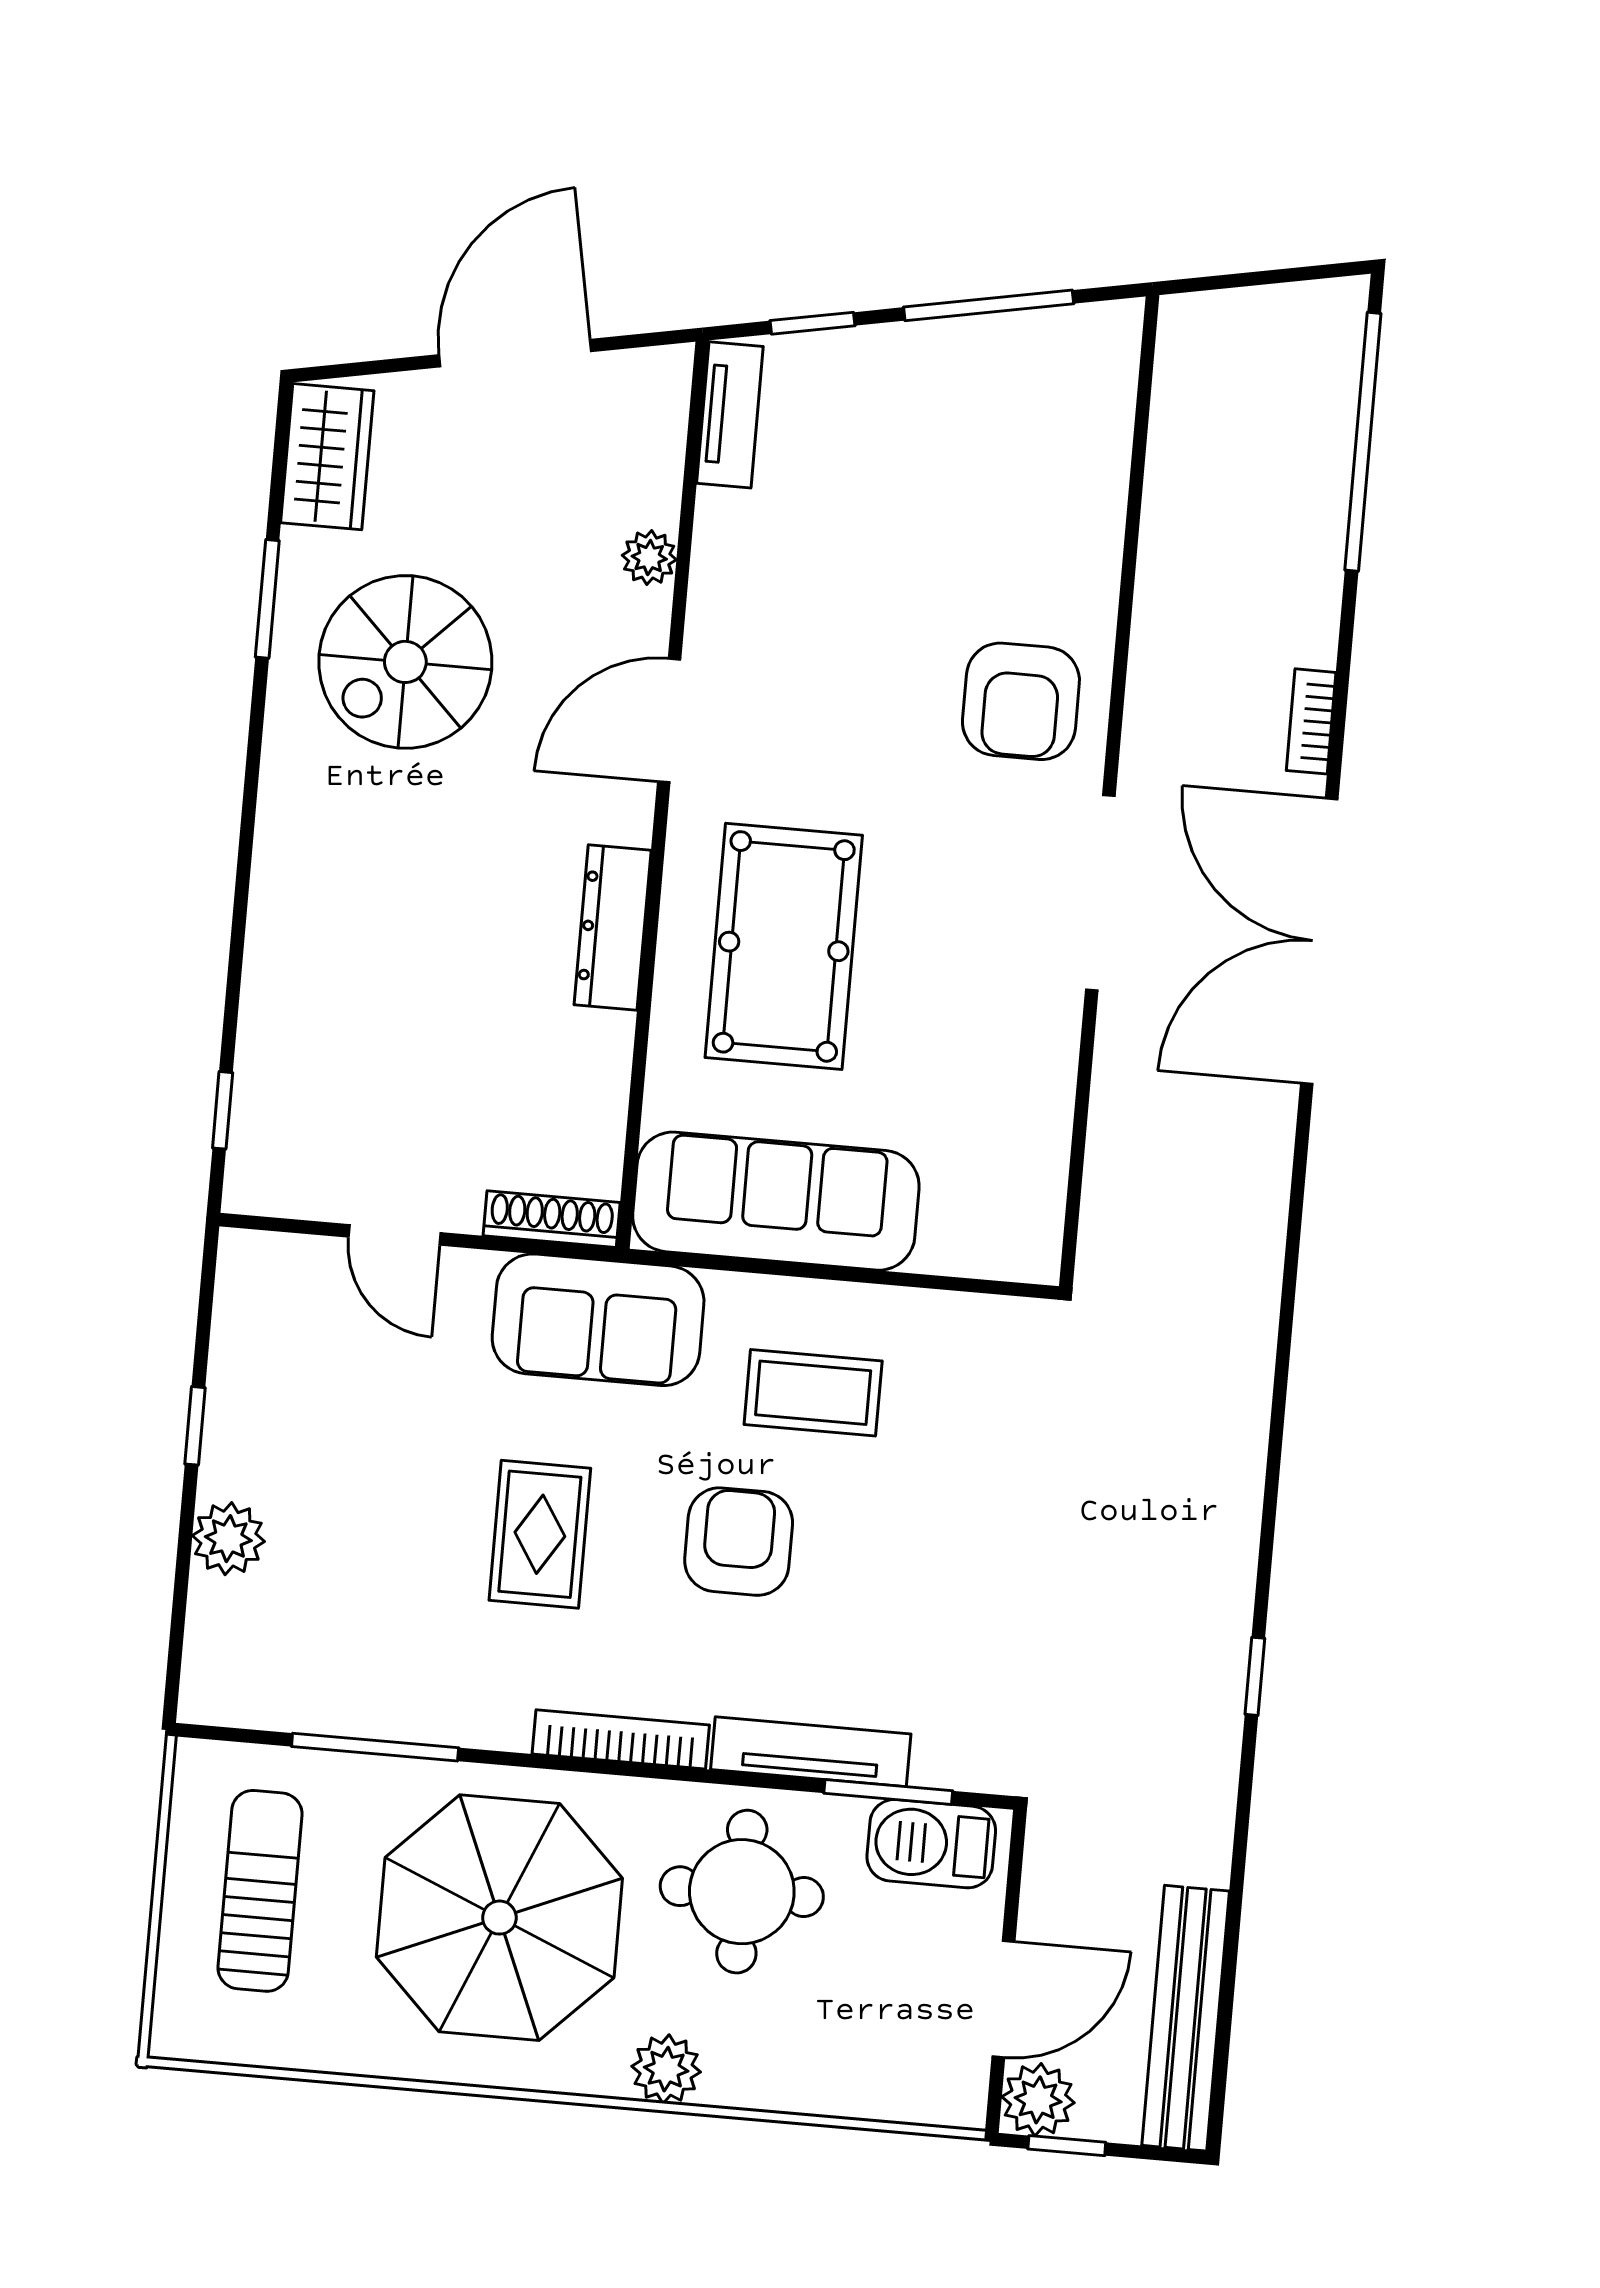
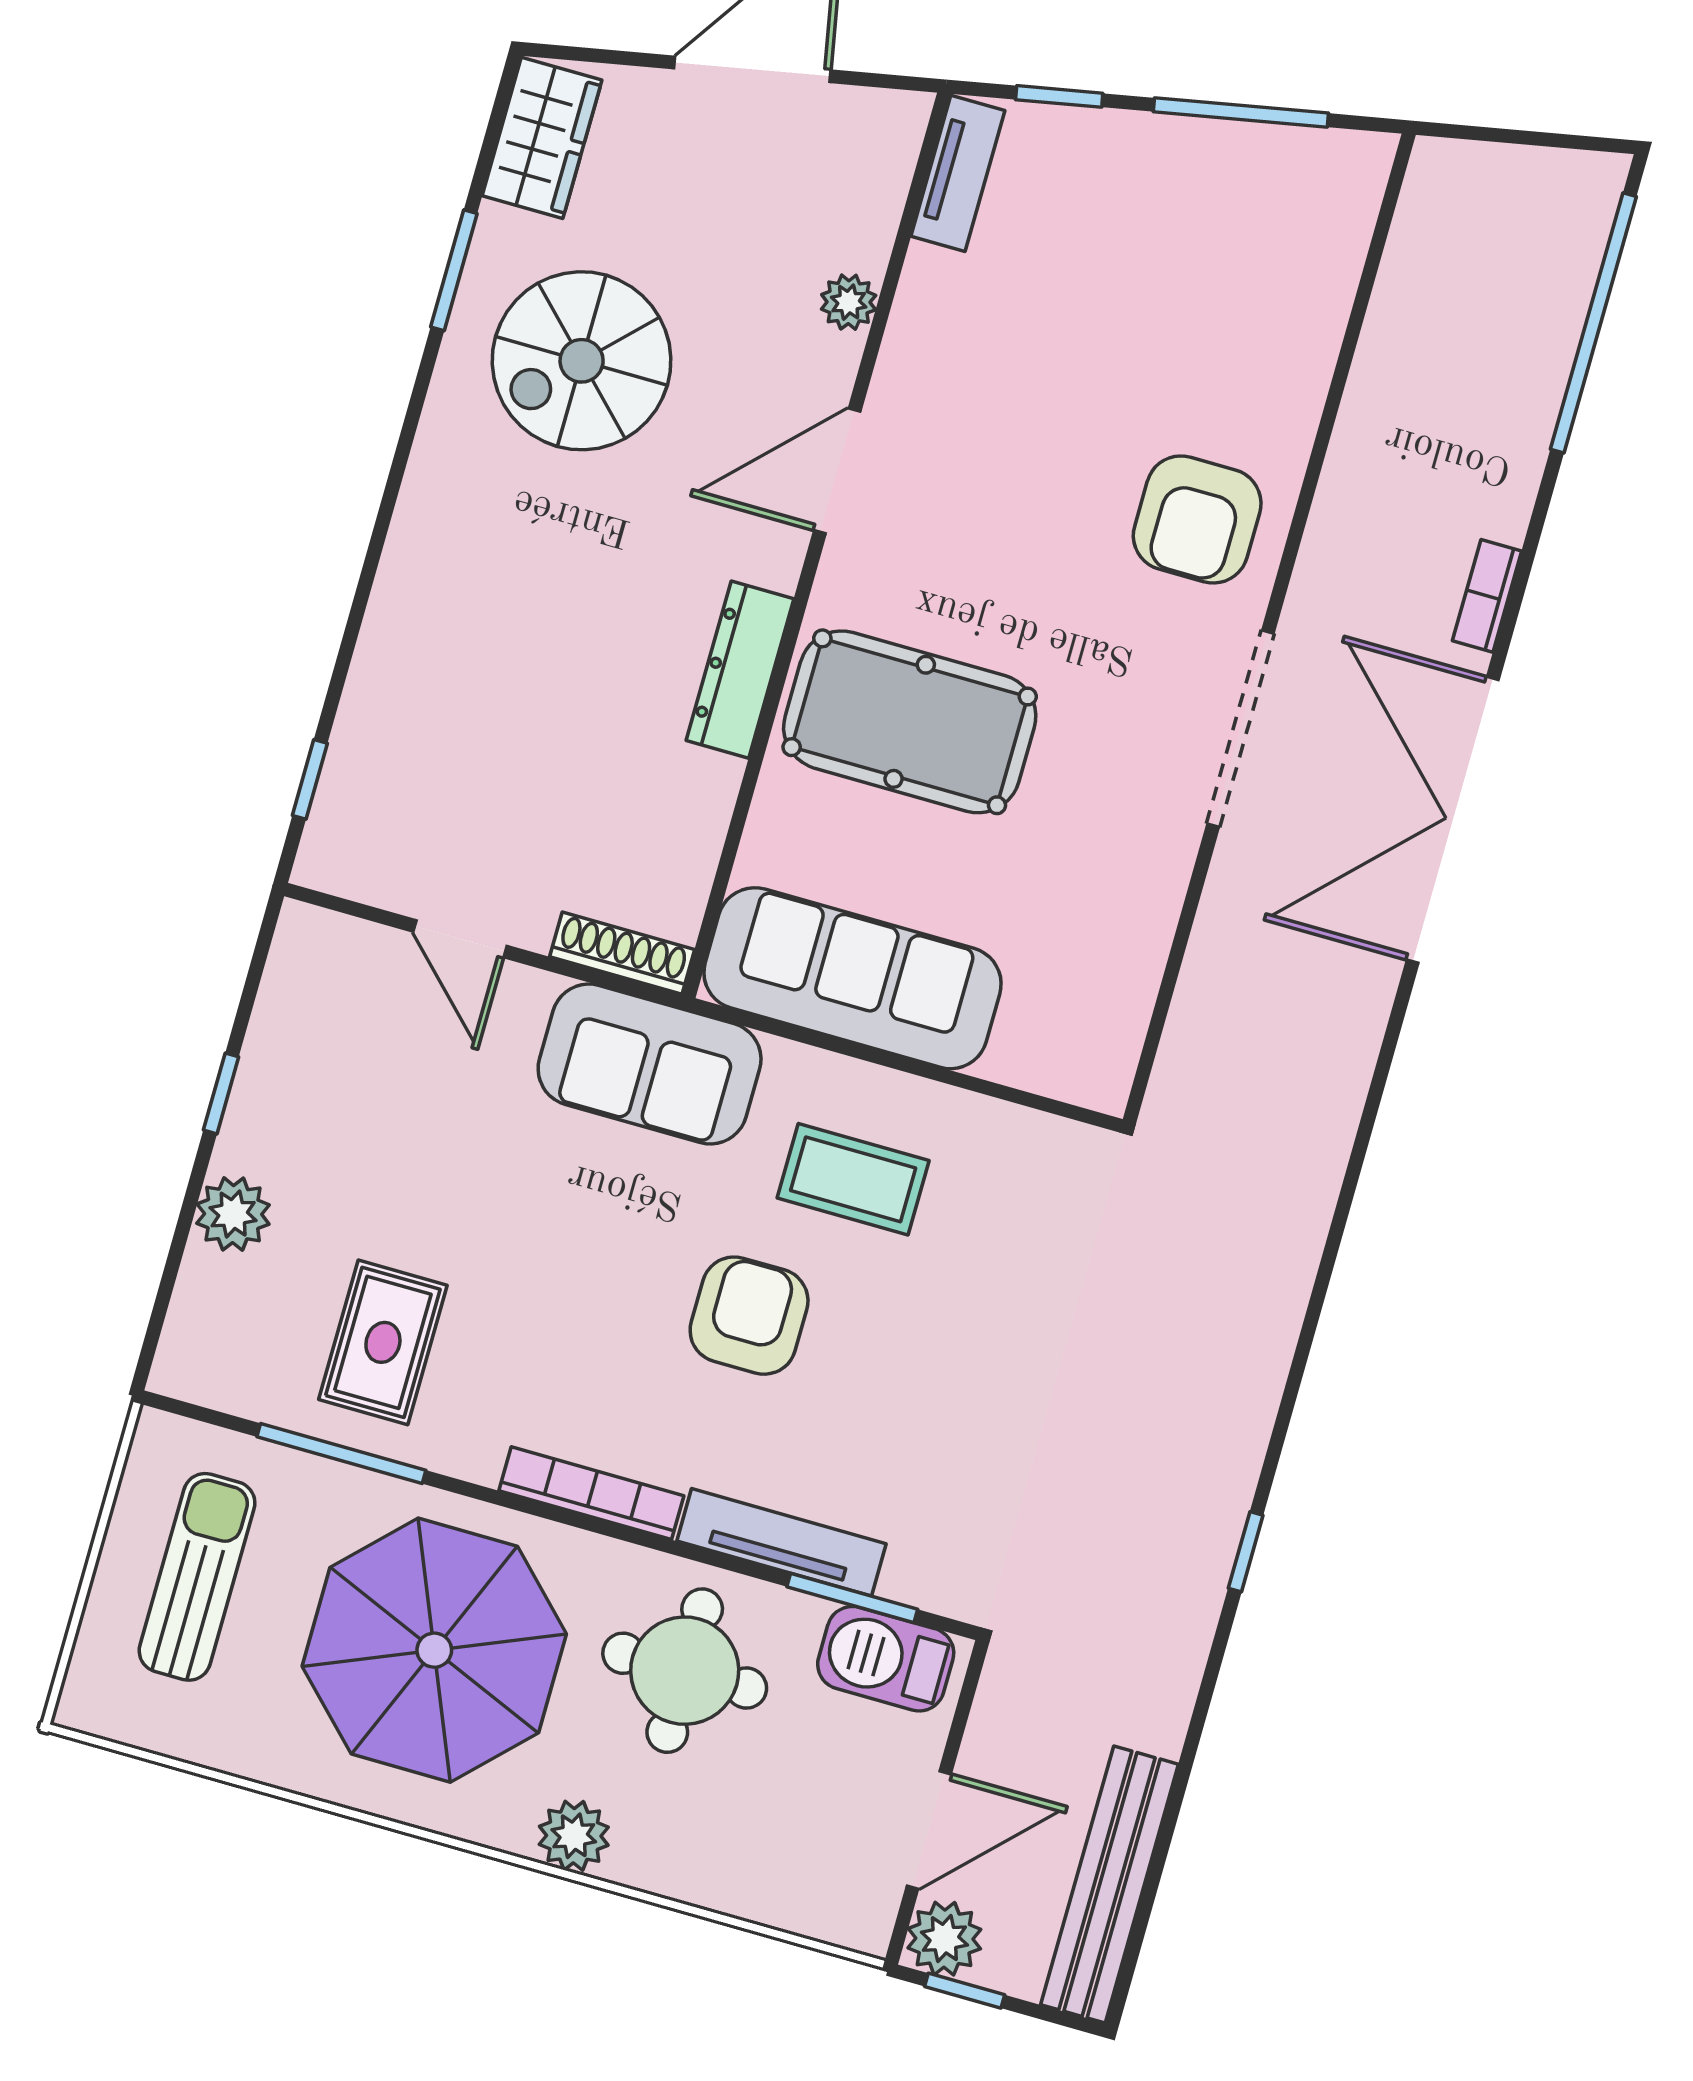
pool table: (784, 946) -> (910, 722), turned 90
rug: (540, 1534) -> (383, 1342), moved

